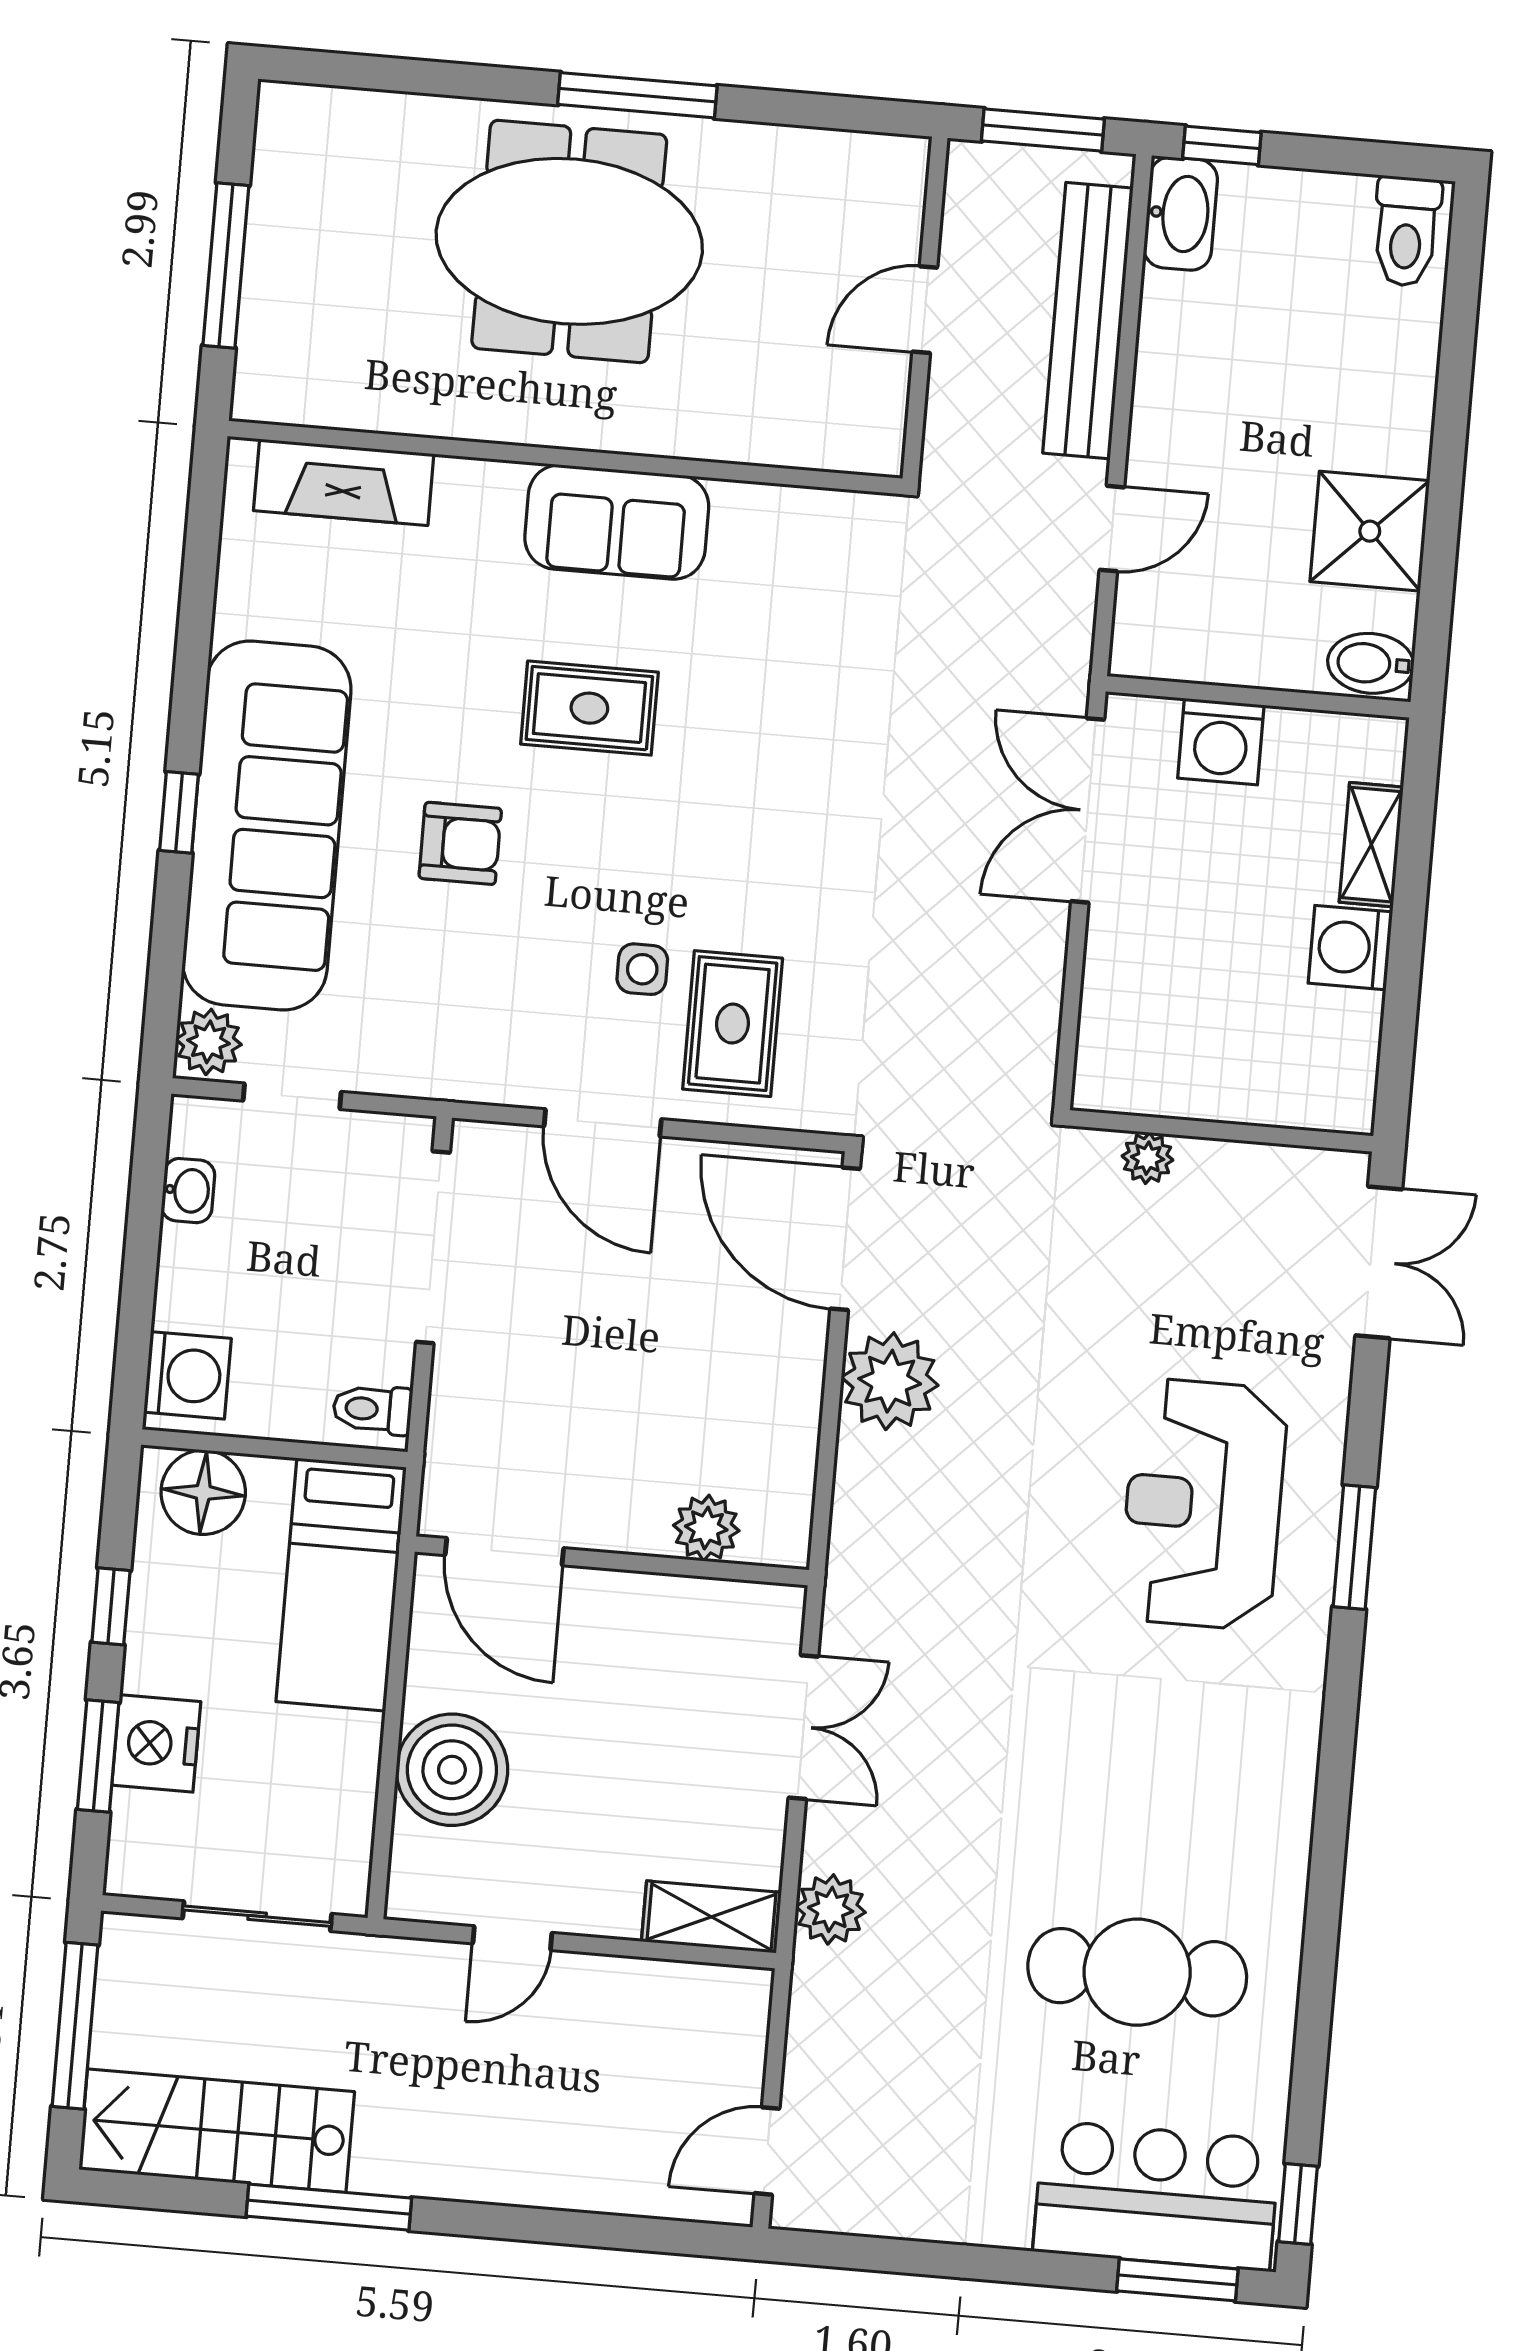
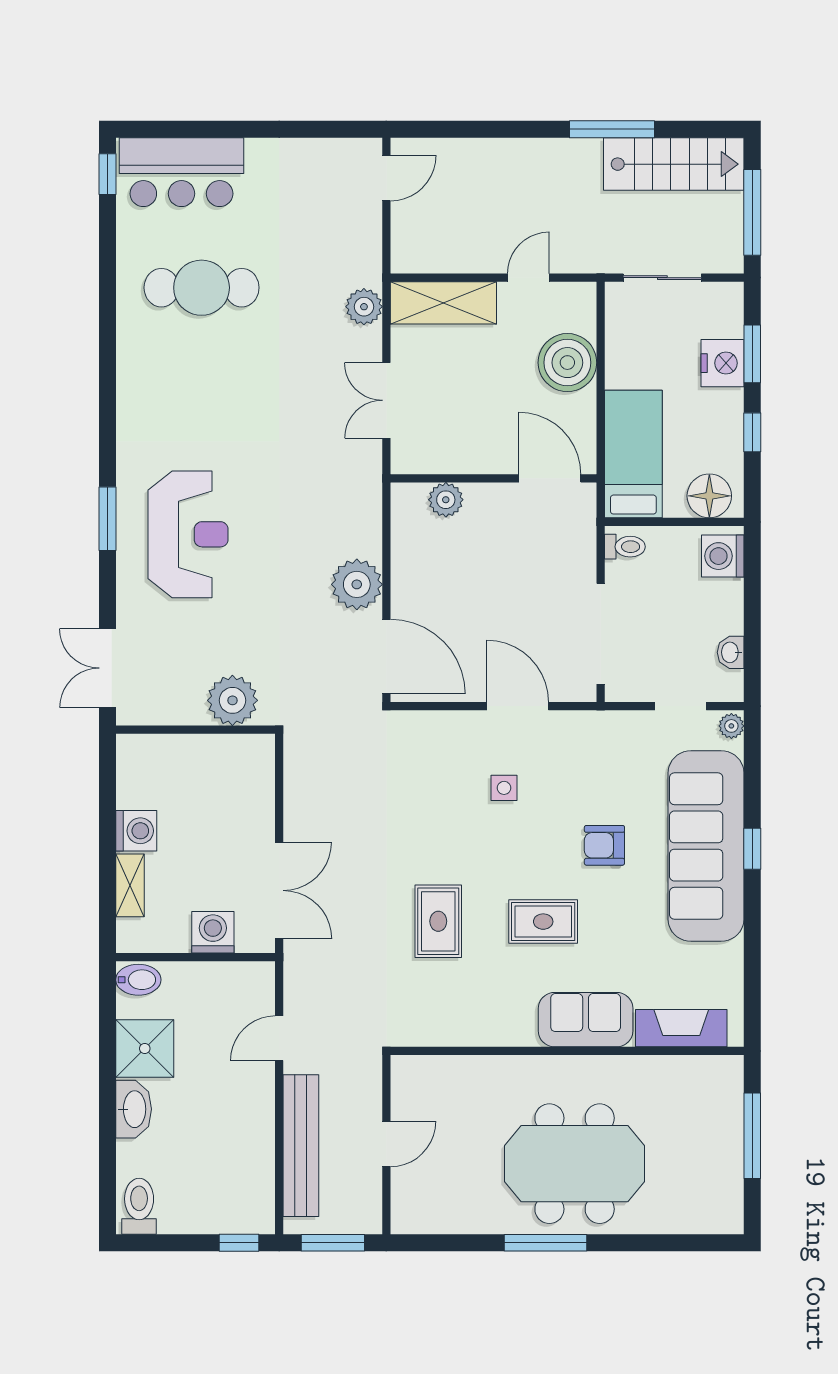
washbasin: (1181, 214) -> (134, 1109), moved, turned 180
sofa: (617, 522) -> (586, 1020), moved
rug: (733, 1024) -> (438, 921), moved
plant: (209, 1042) -> (731, 726), width x0.73, depth x0.73
plant: (1148, 1158) -> (232, 700), width x1.88, depth x1.88
shelving: (711, 1917) -> (443, 303), width x1.50, depth x1.33
window: (1177, 2280) -> (167, 129), removed

